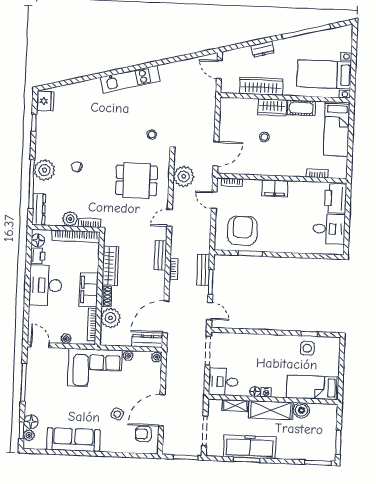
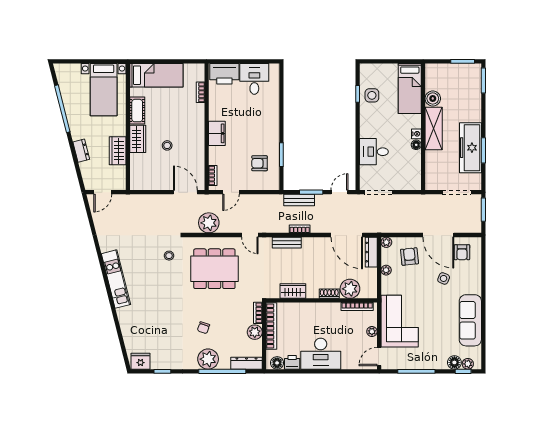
wardrobe: (261, 86) -> (118, 151), width x0.67
dining table: (137, 180) -> (214, 269), width x1.38
armchair: (242, 231) -> (260, 163), width x0.53, depth x0.53
wardrobe: (110, 266) -> (293, 291), width x0.67
filing cabinet: (89, 290) -> (323, 311), removed
corner sofa: (95, 368) -> (400, 321), moved
armchair: (141, 380) -> (409, 257), added
desk: (223, 382) -> (374, 152), moved, turned 90
shelving: (235, 406) -> (431, 163), removed

